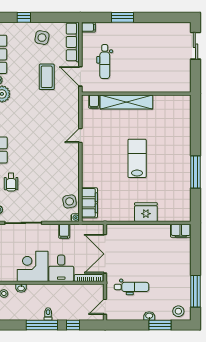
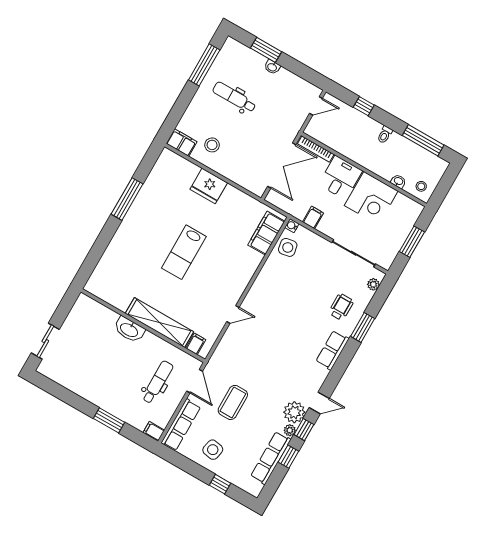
washbasin: (144, 86) -> (129, 330), added
dental chair: (131, 287) -> (234, 97), moved
stool: (178, 311) -> (212, 145), moved
window: (42, 325) -> (423, 140), moved

